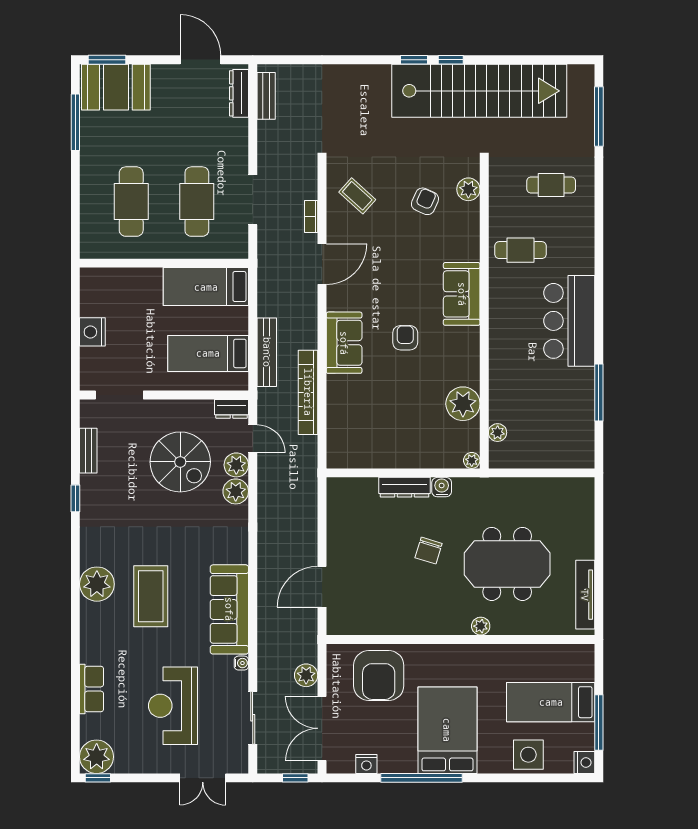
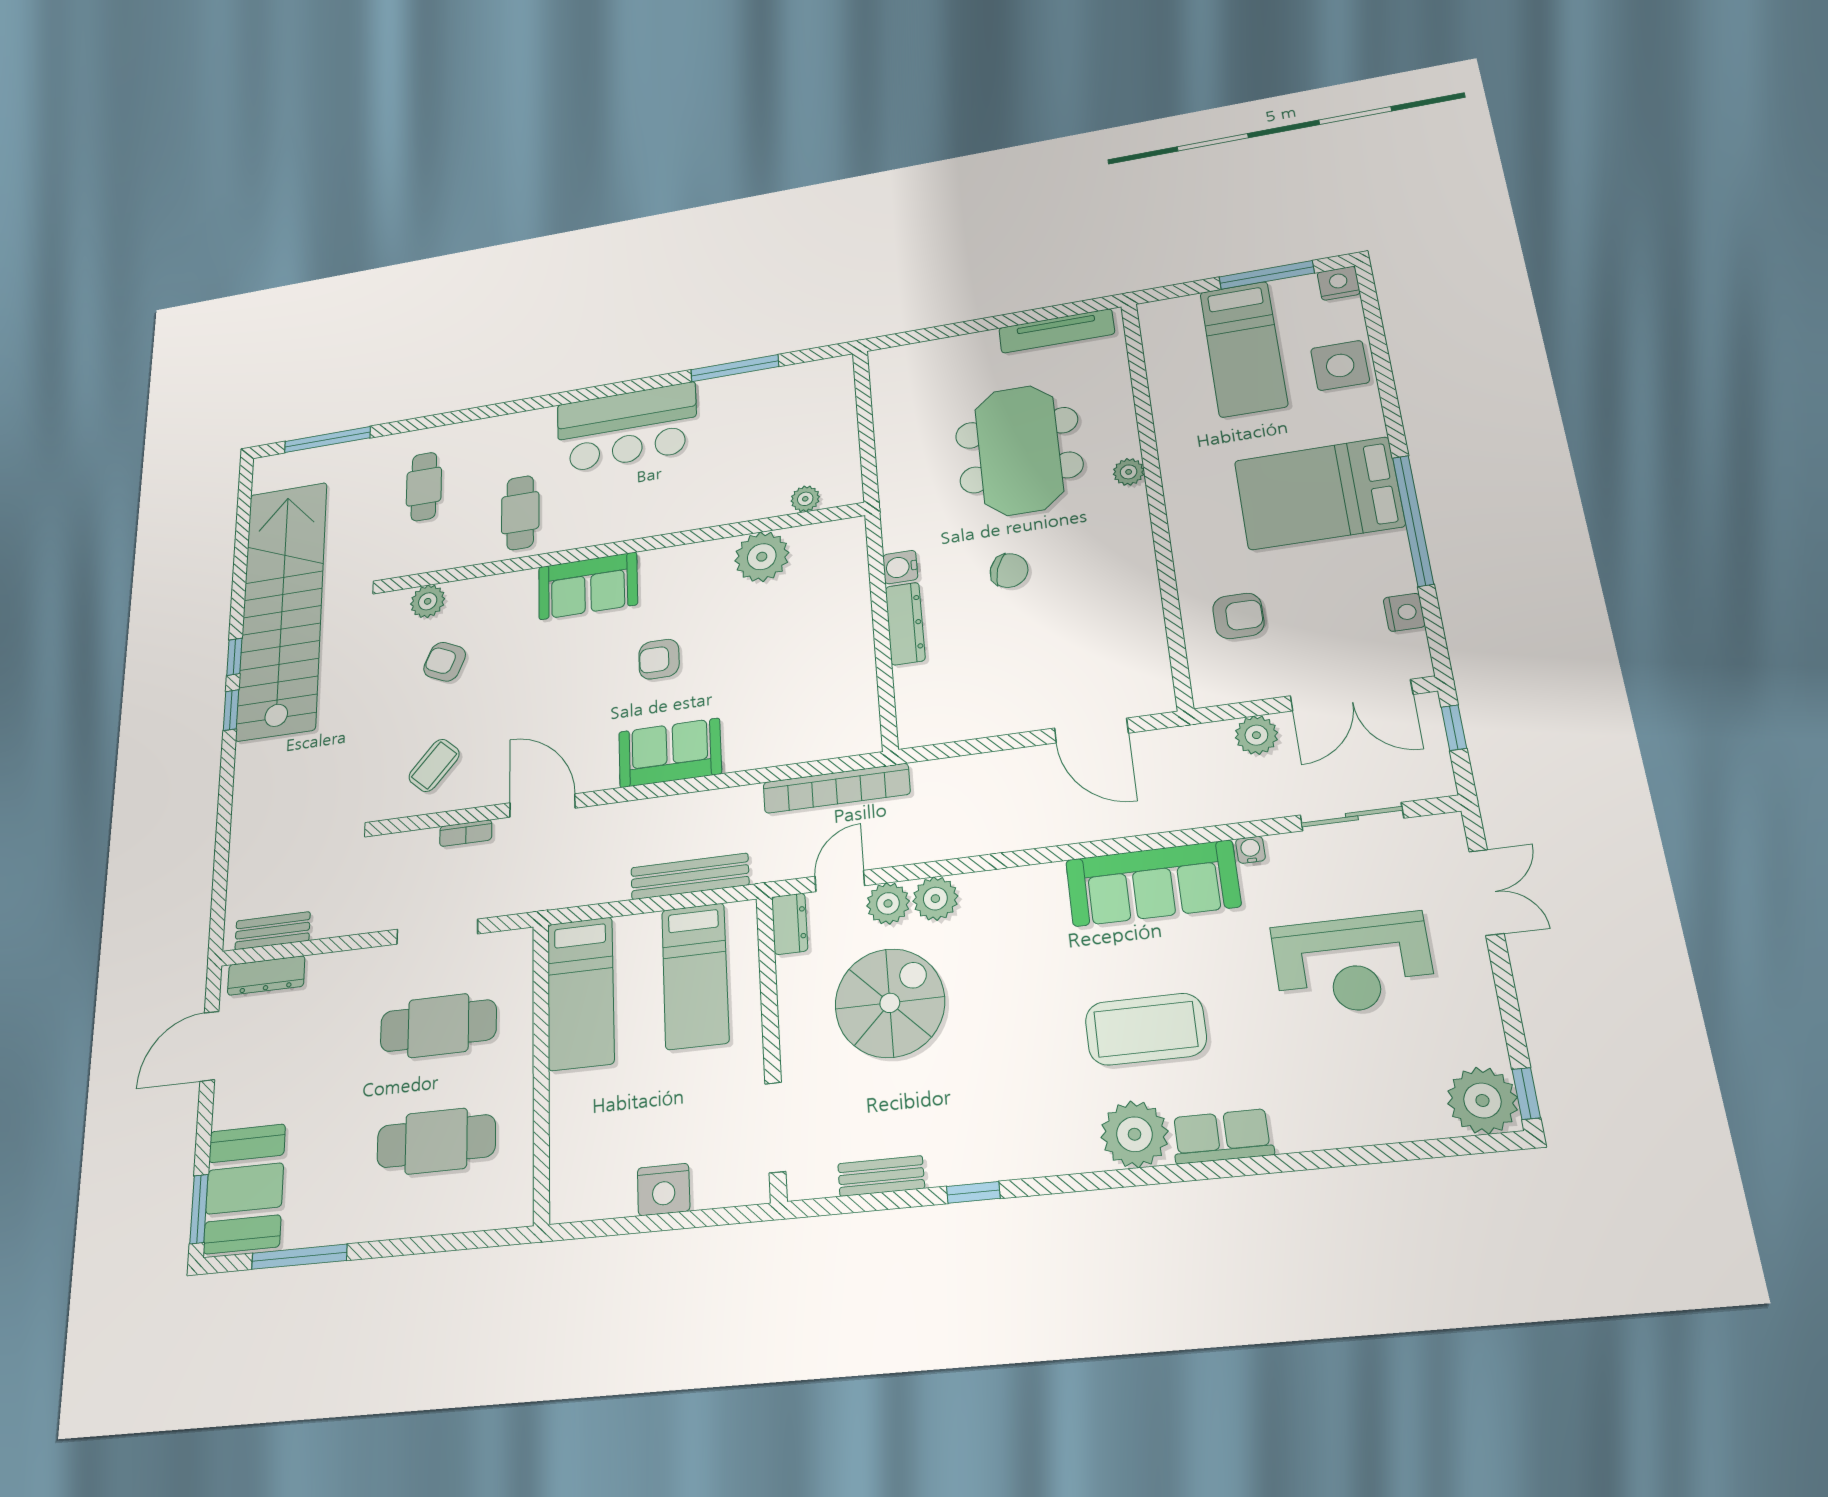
bookcase: (308, 392) -> (836, 788), moved
plant: (472, 460) -> (853, 529), removed
armchair: (379, 676) -> (1238, 616), width x0.53, depth x0.53
row of seats: (92, 689) -> (1222, 1136), moved

